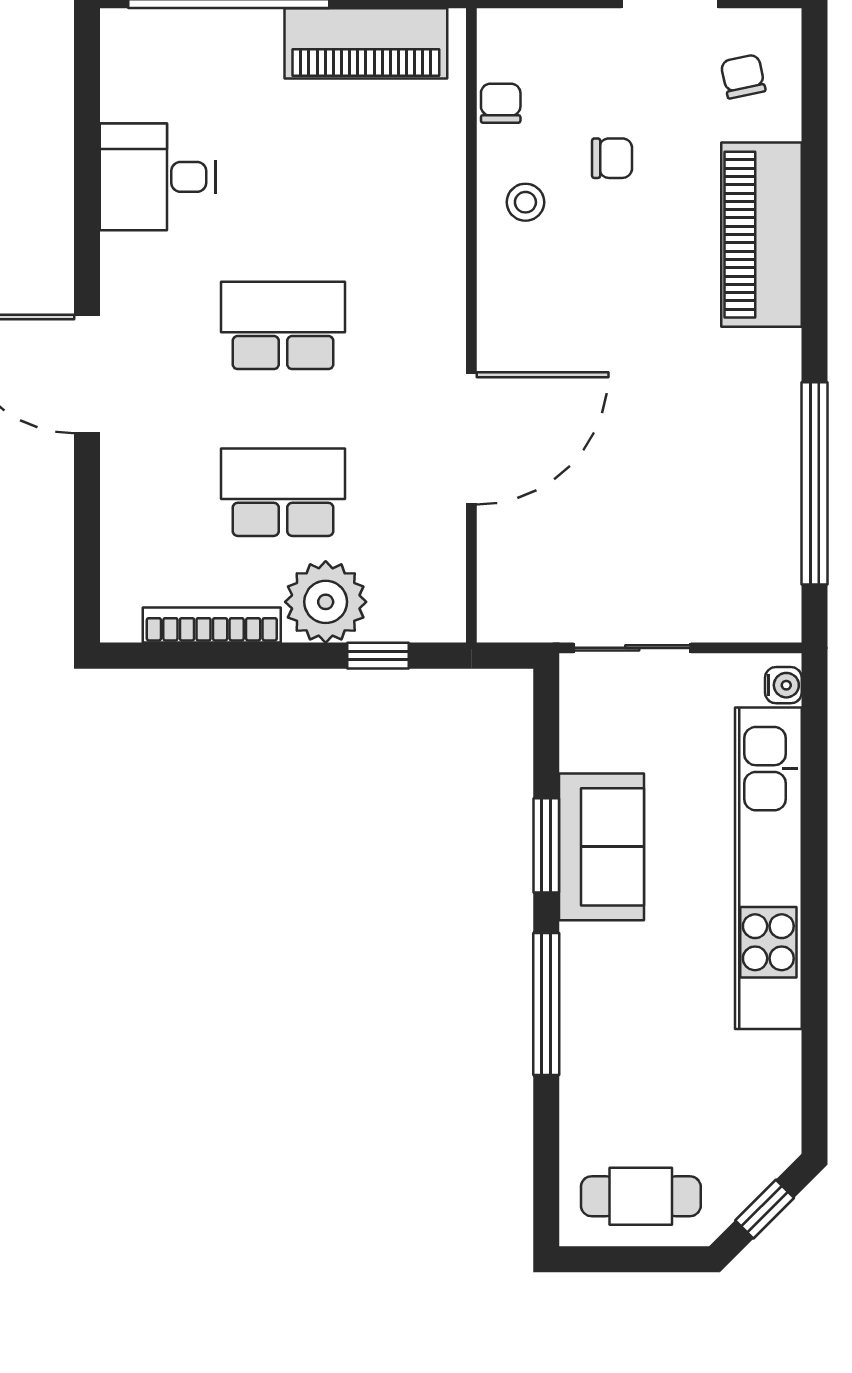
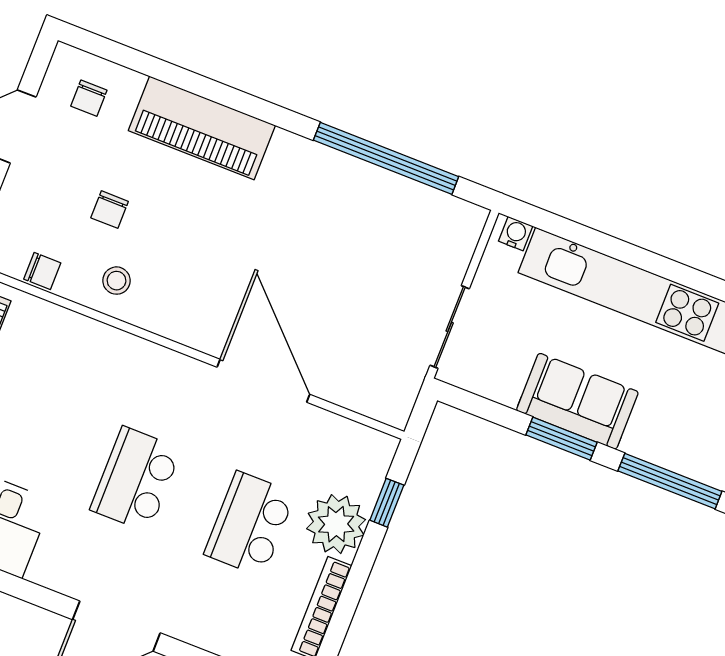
chair: (743, 76) -> (89, 98), turned -78
chair: (501, 103) -> (42, 271), turned 180
chair: (612, 158) -> (110, 210), turned 180

